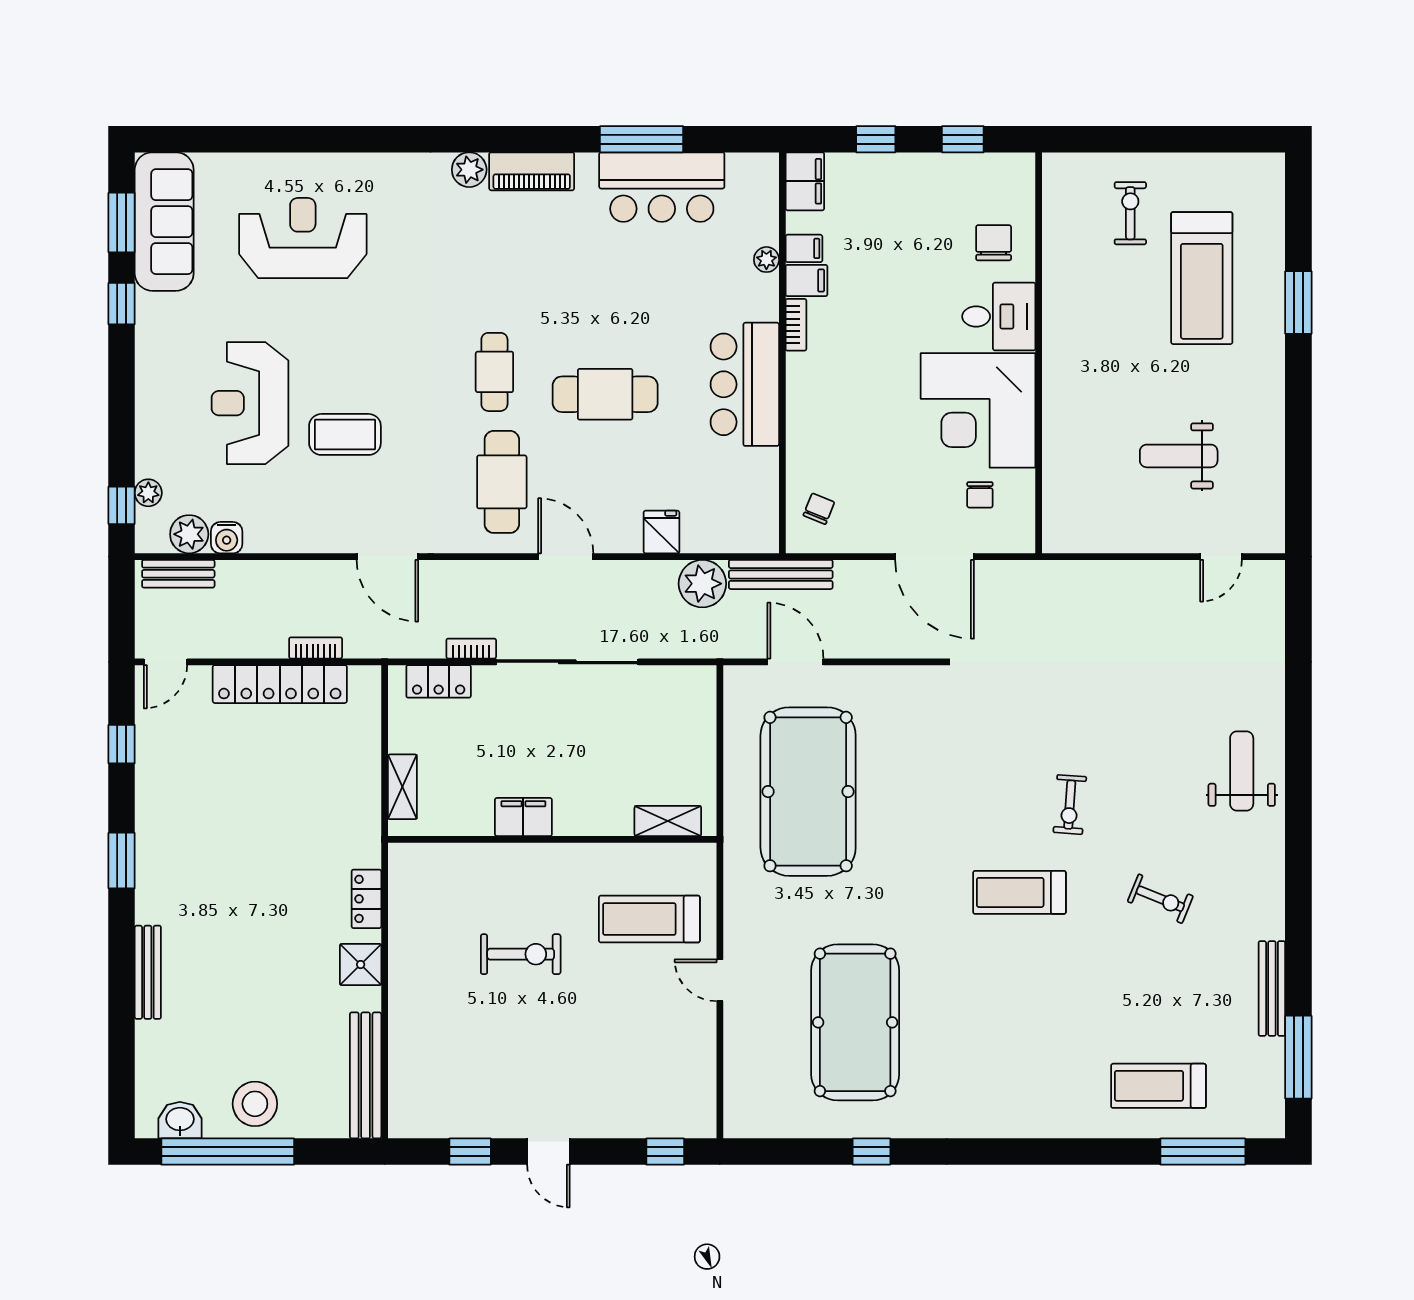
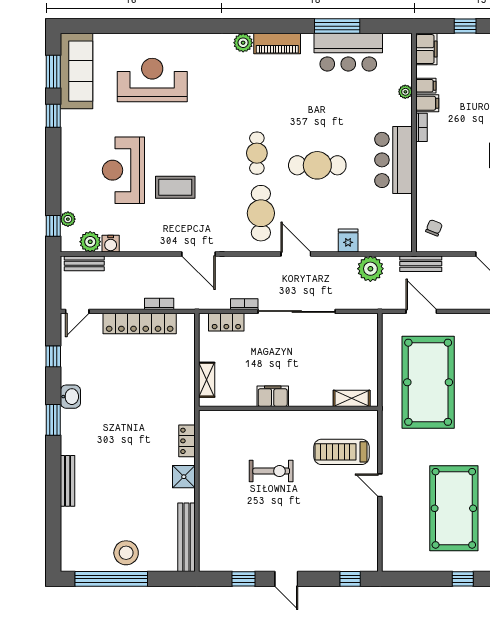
bench: (781, 574) -> (421, 264), width x0.73
washbasin: (180, 1120) -> (70, 397), moved, turned 90

